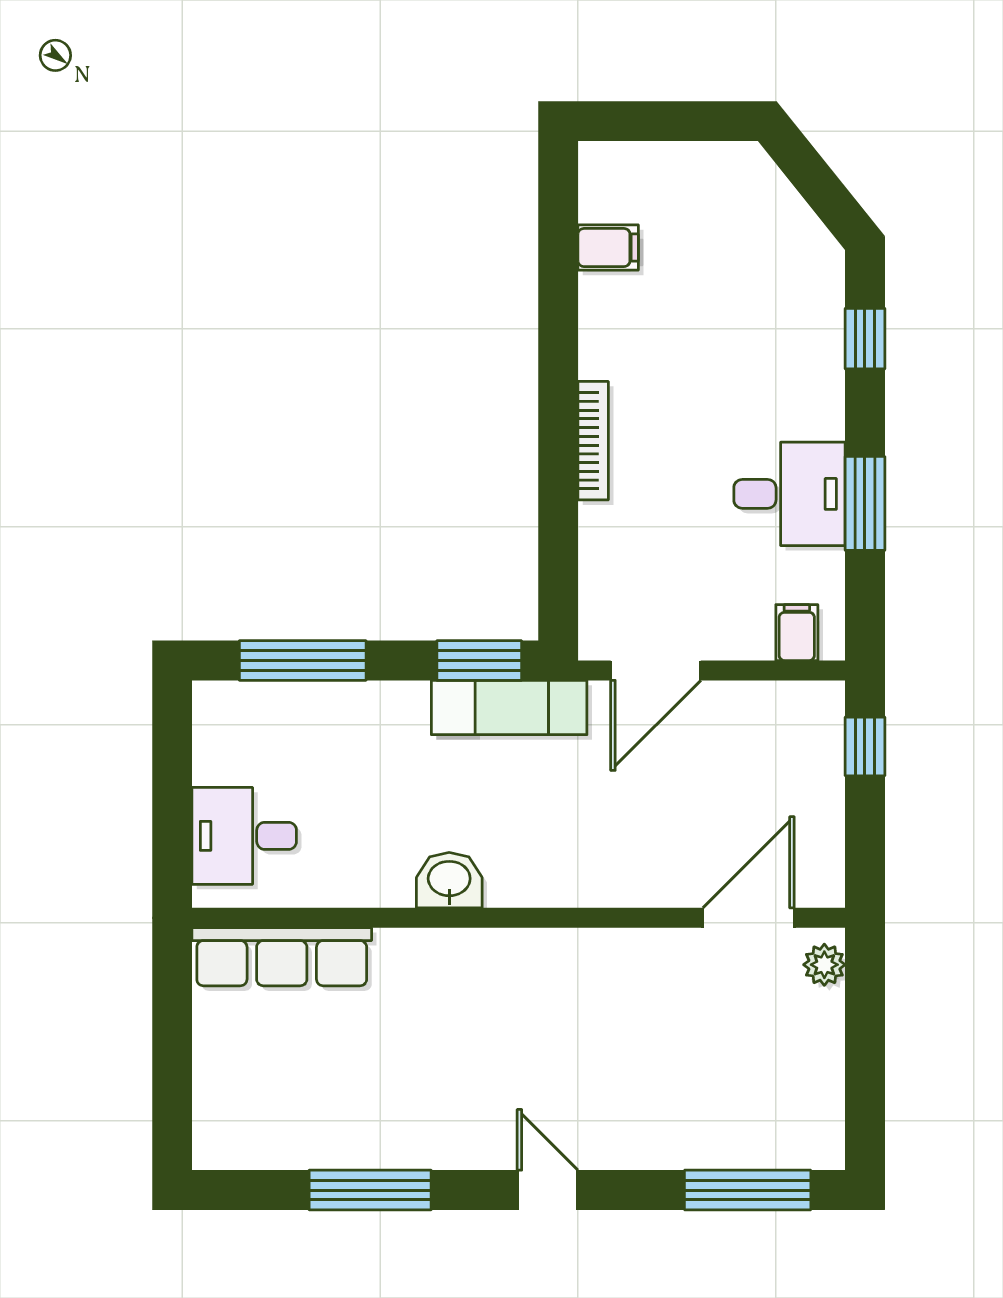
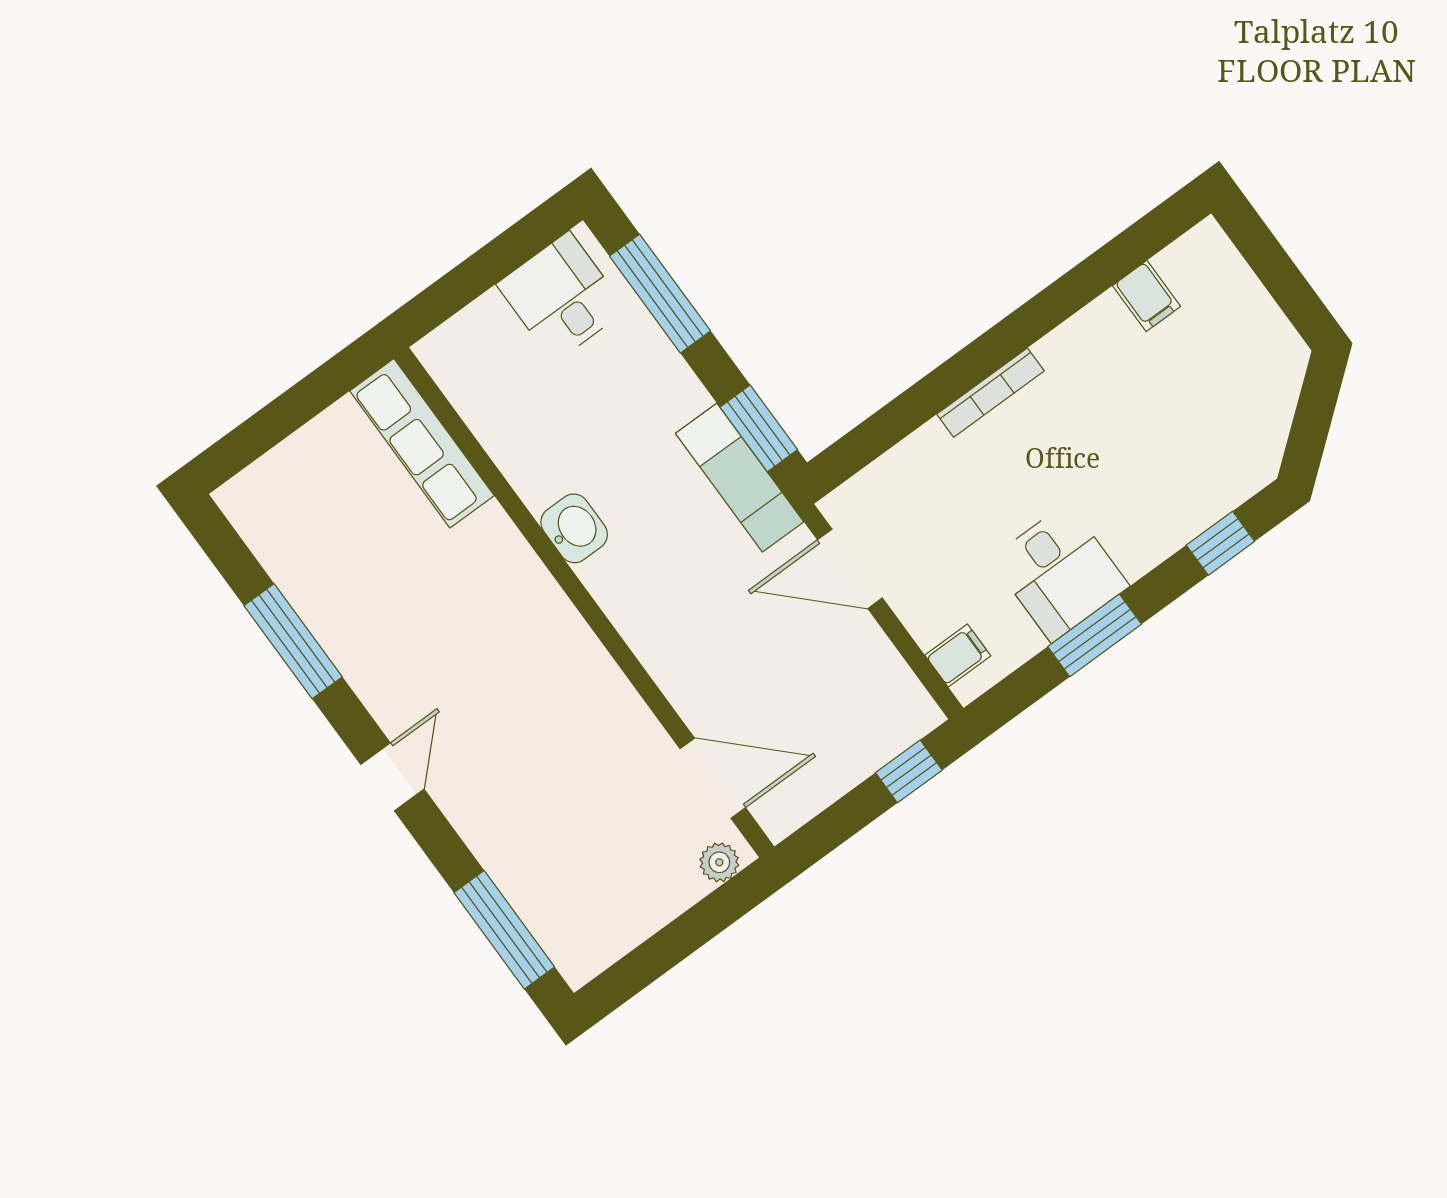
desk: (244, 836) -> (562, 297), moved

